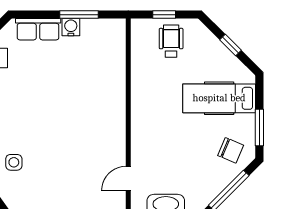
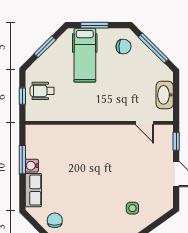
window: (230, 45) -> (45, 47), width x1.50
window: (259, 127) -> (95, 25), moved
chair: (231, 150) -> (123, 47), turned 70

